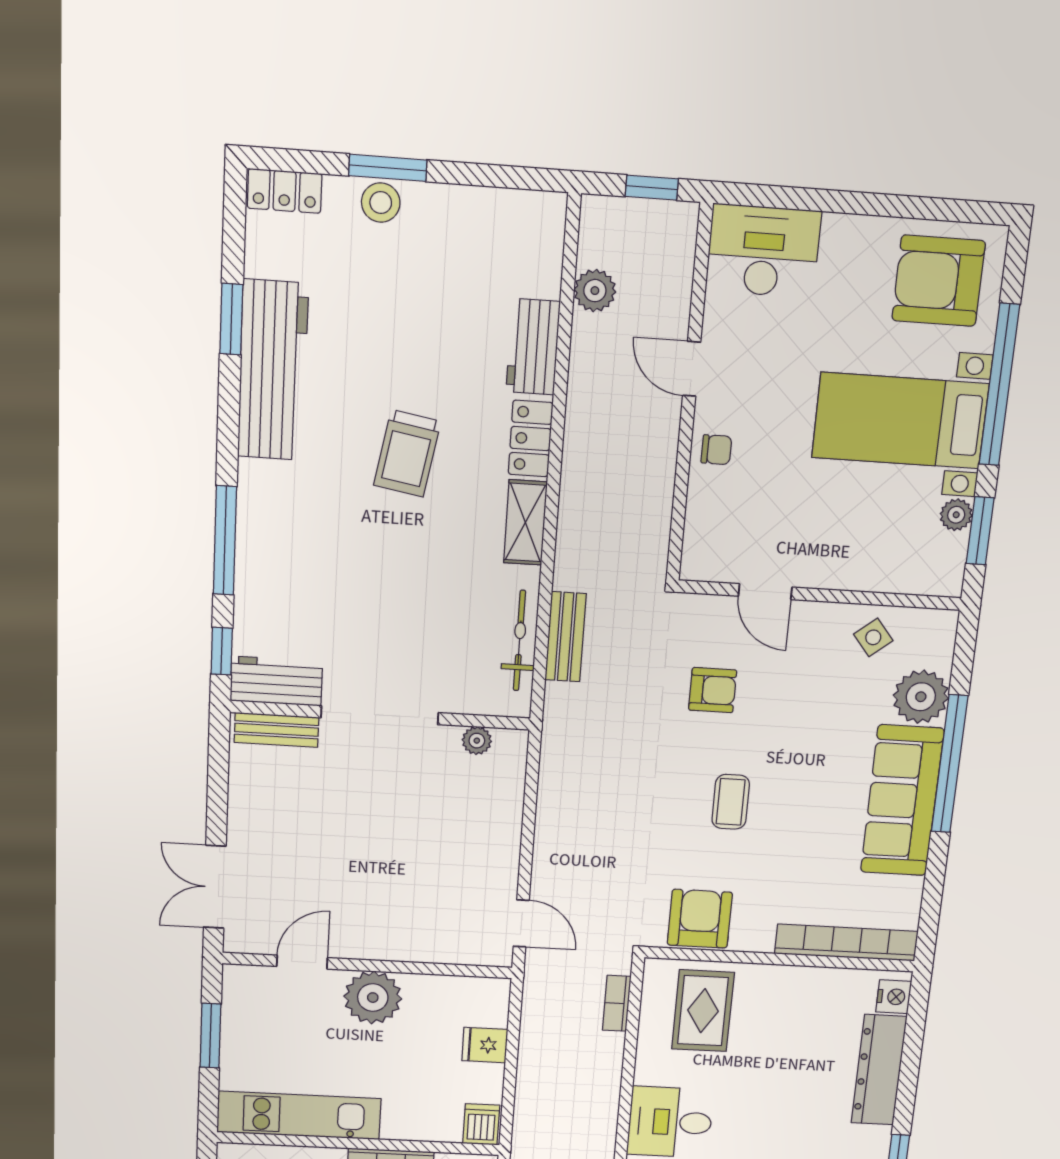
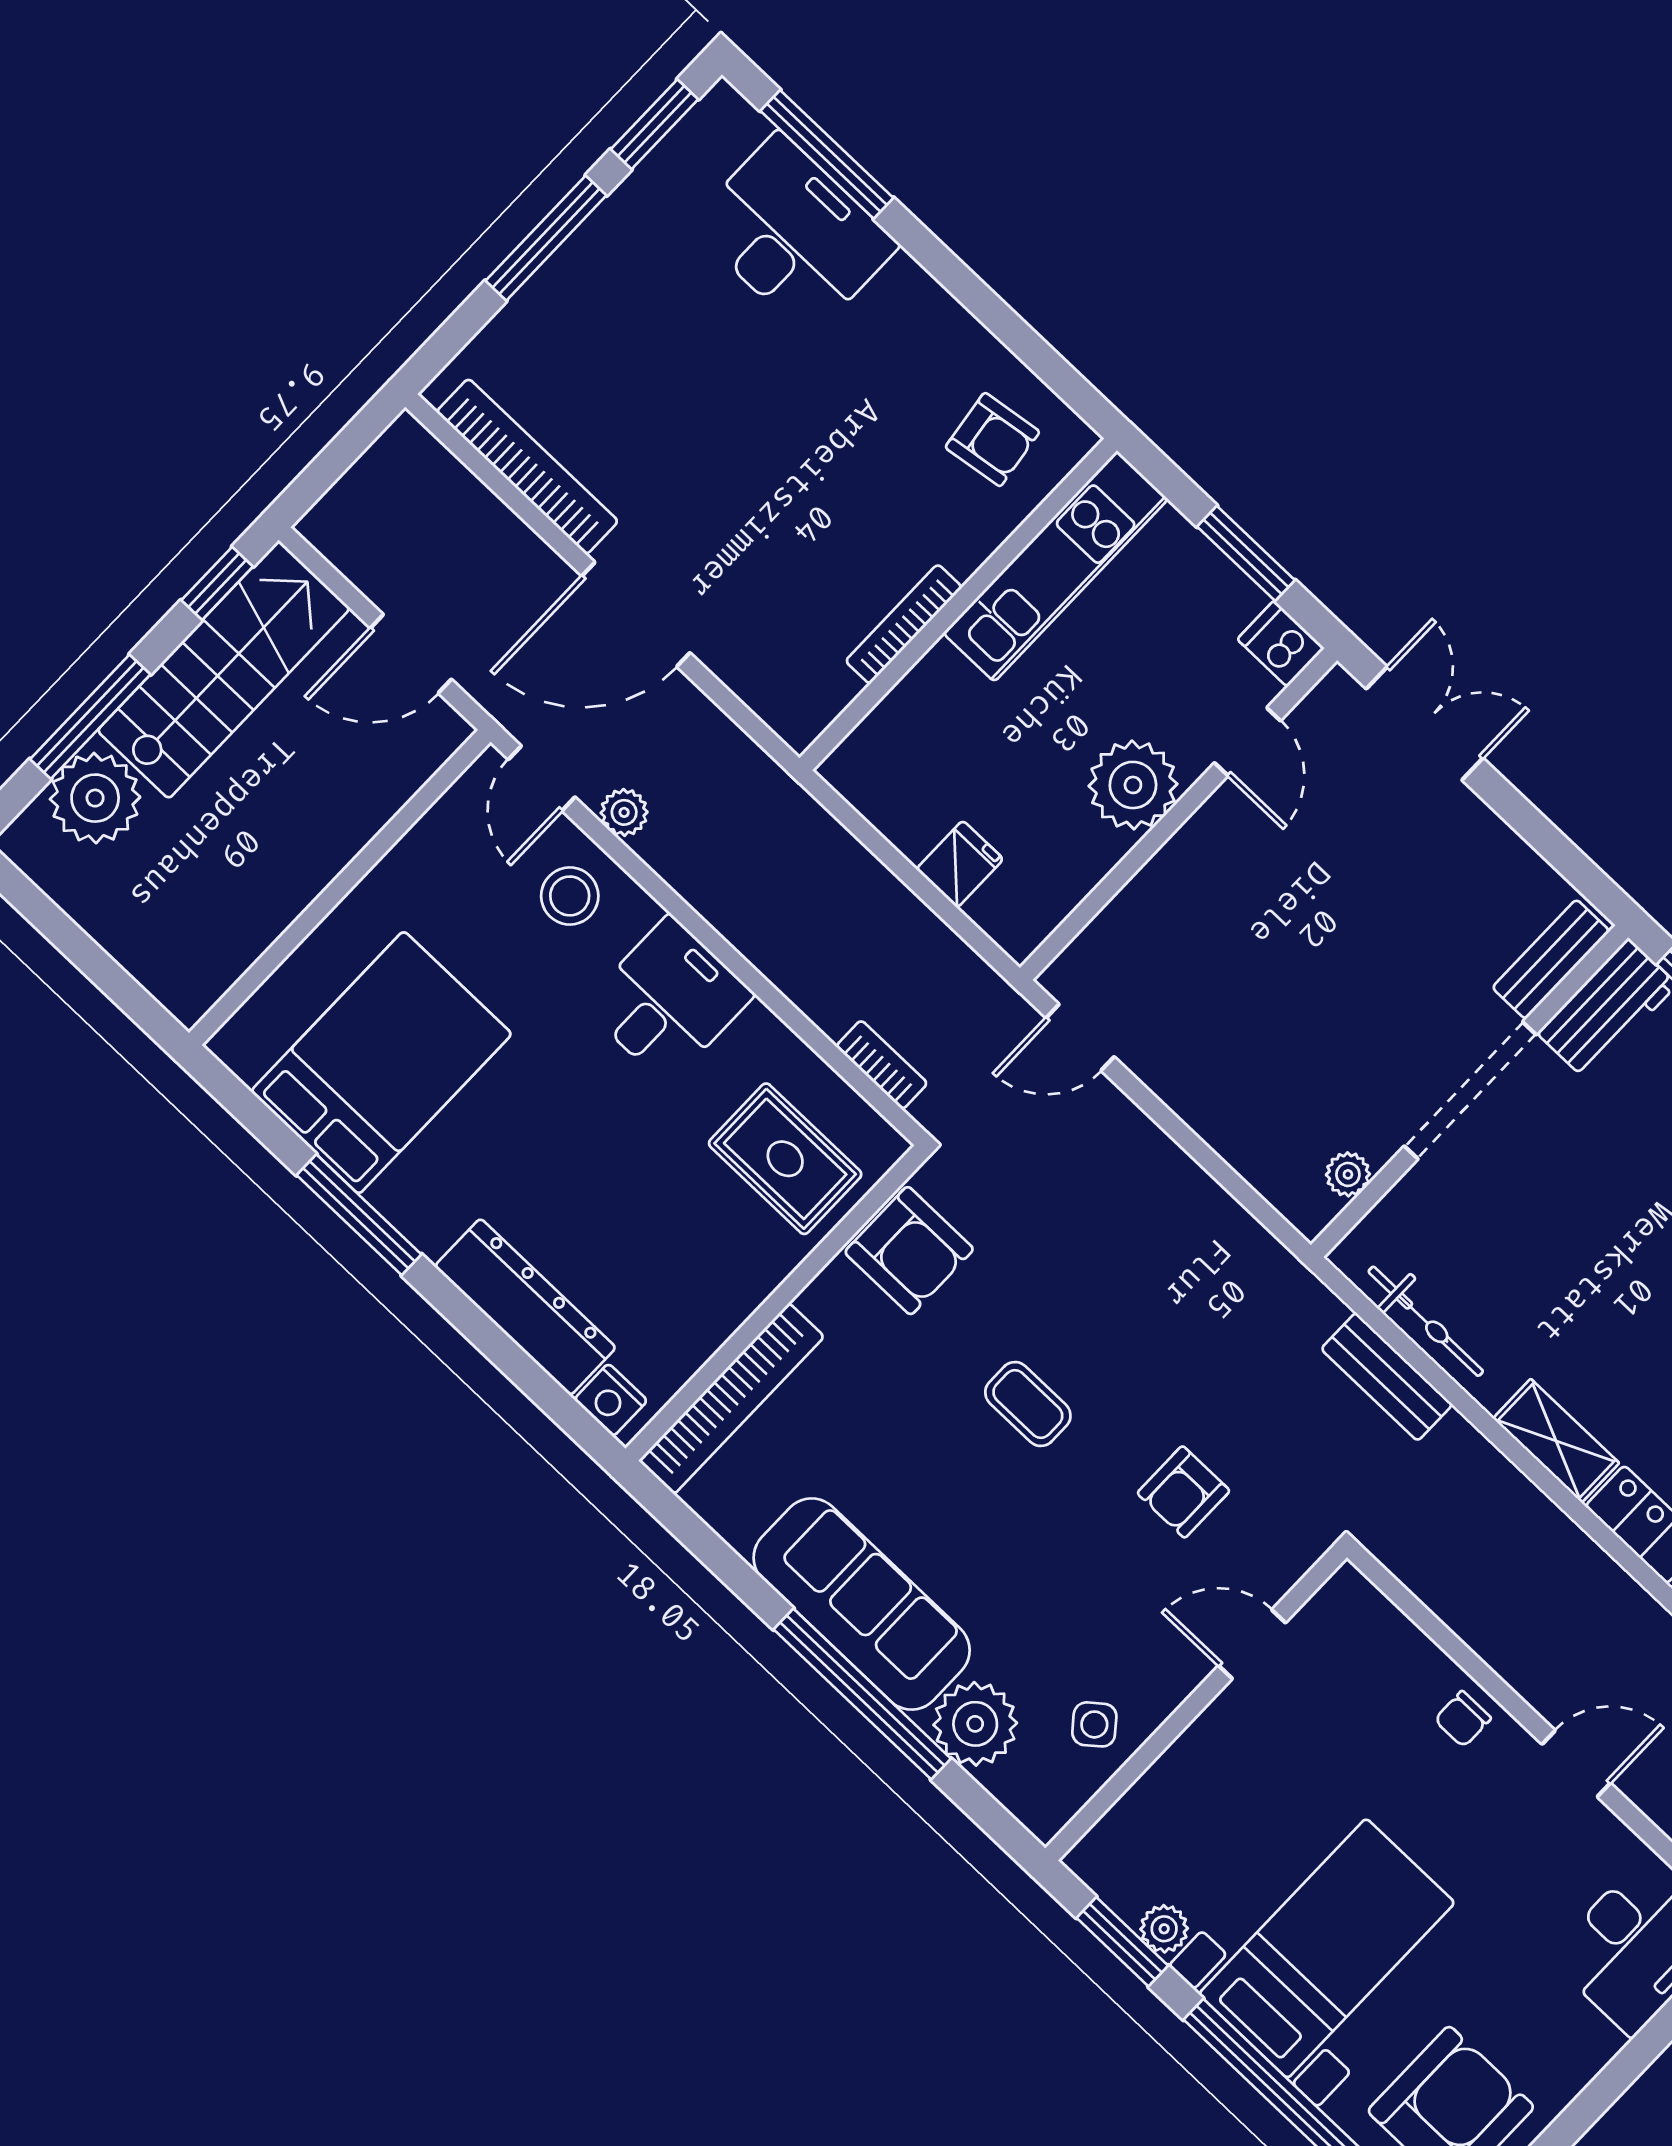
dishwasher: (481, 1124) -> (1281, 644), moved, turned 180

